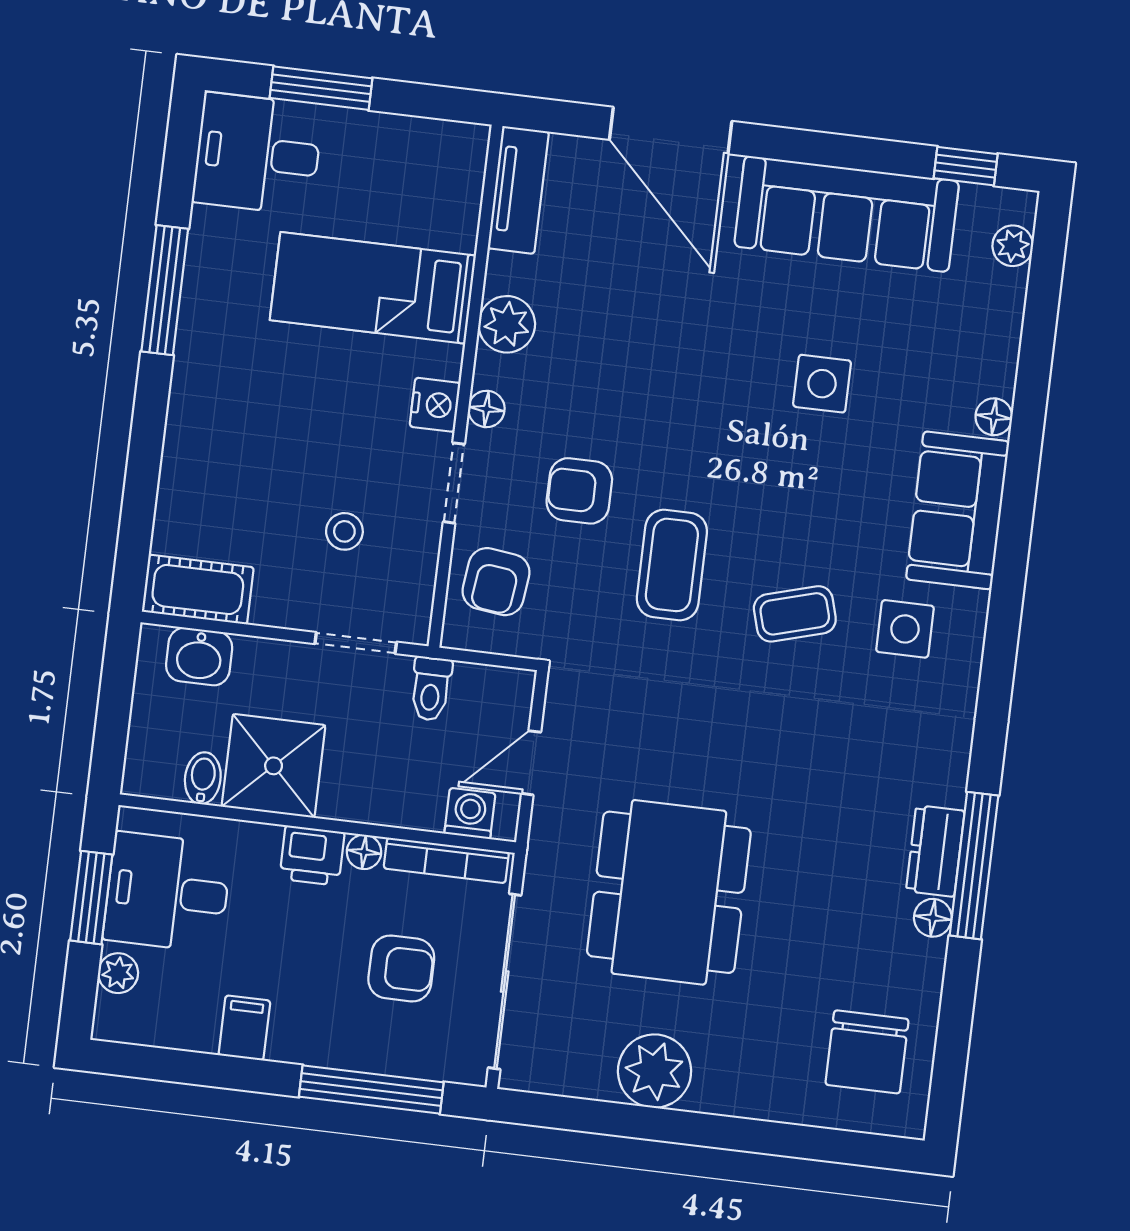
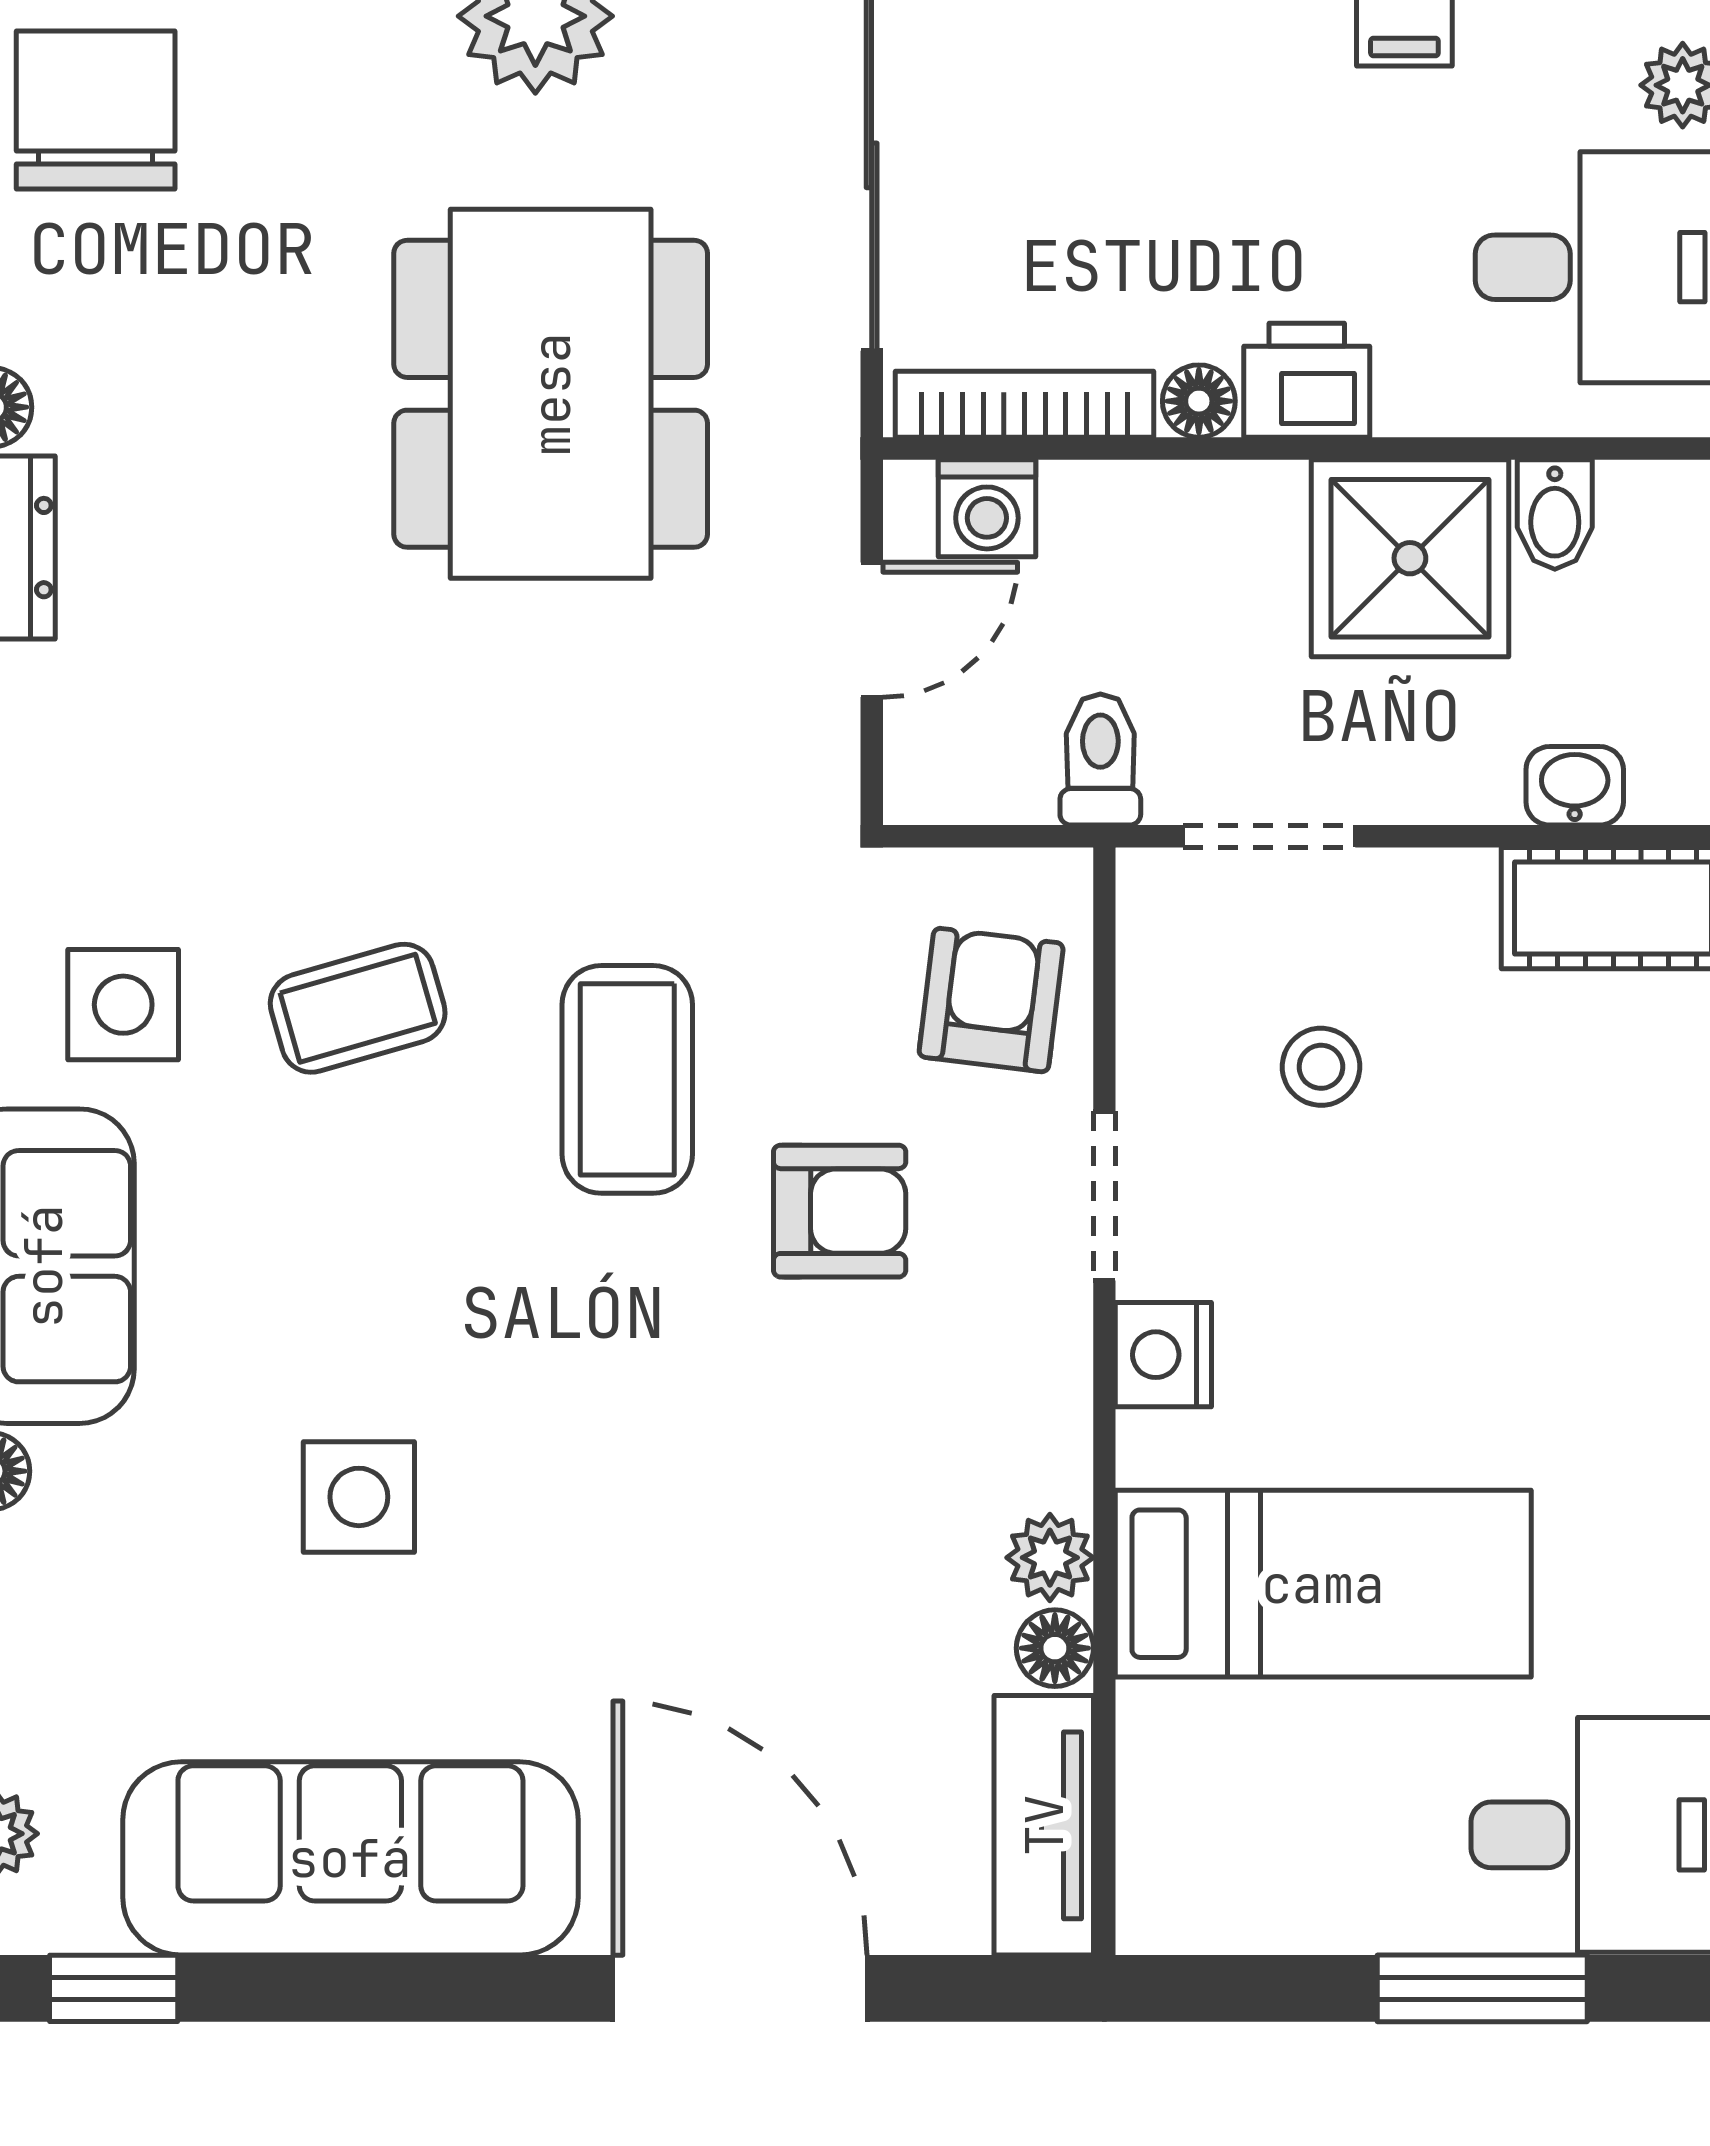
plant: (507, 324) -> (1050, 1558), width x0.73, depth x0.73
floor lamp: (486, 409) -> (1055, 1648), moved
washbasin: (199, 657) -> (1575, 786), width x0.72, depth x0.69
armchair: (401, 968) -> (1091, 167), removed

